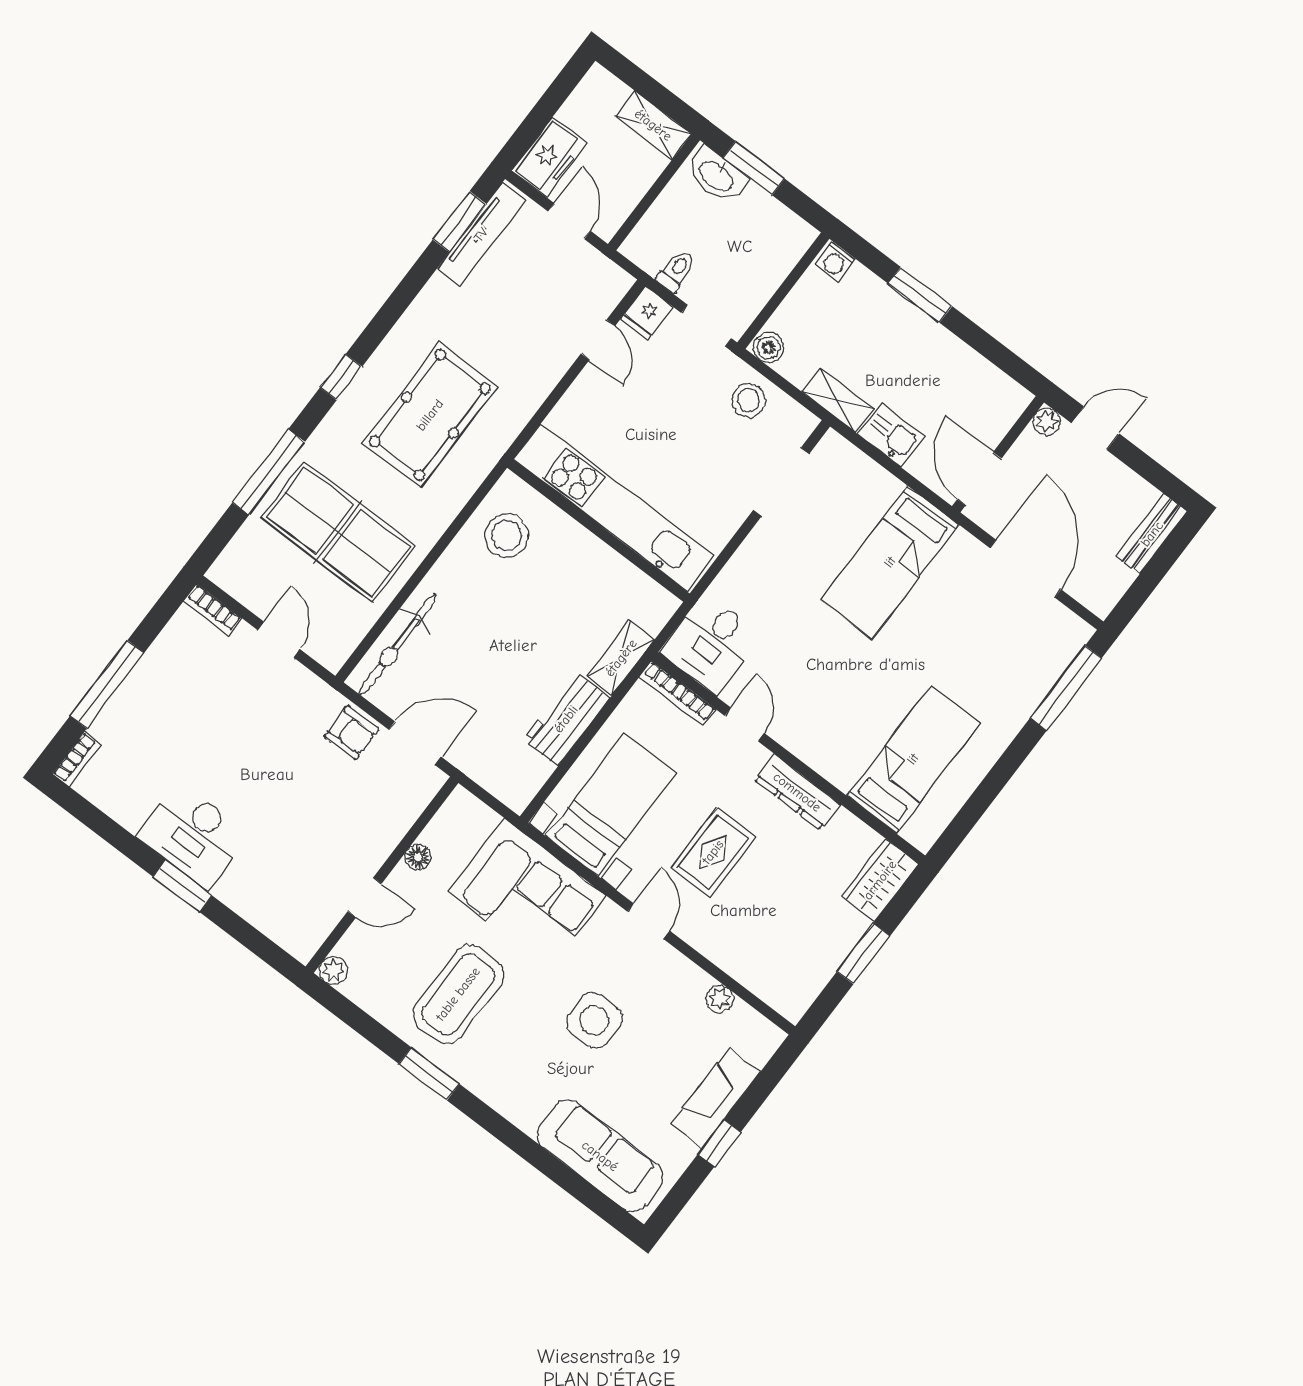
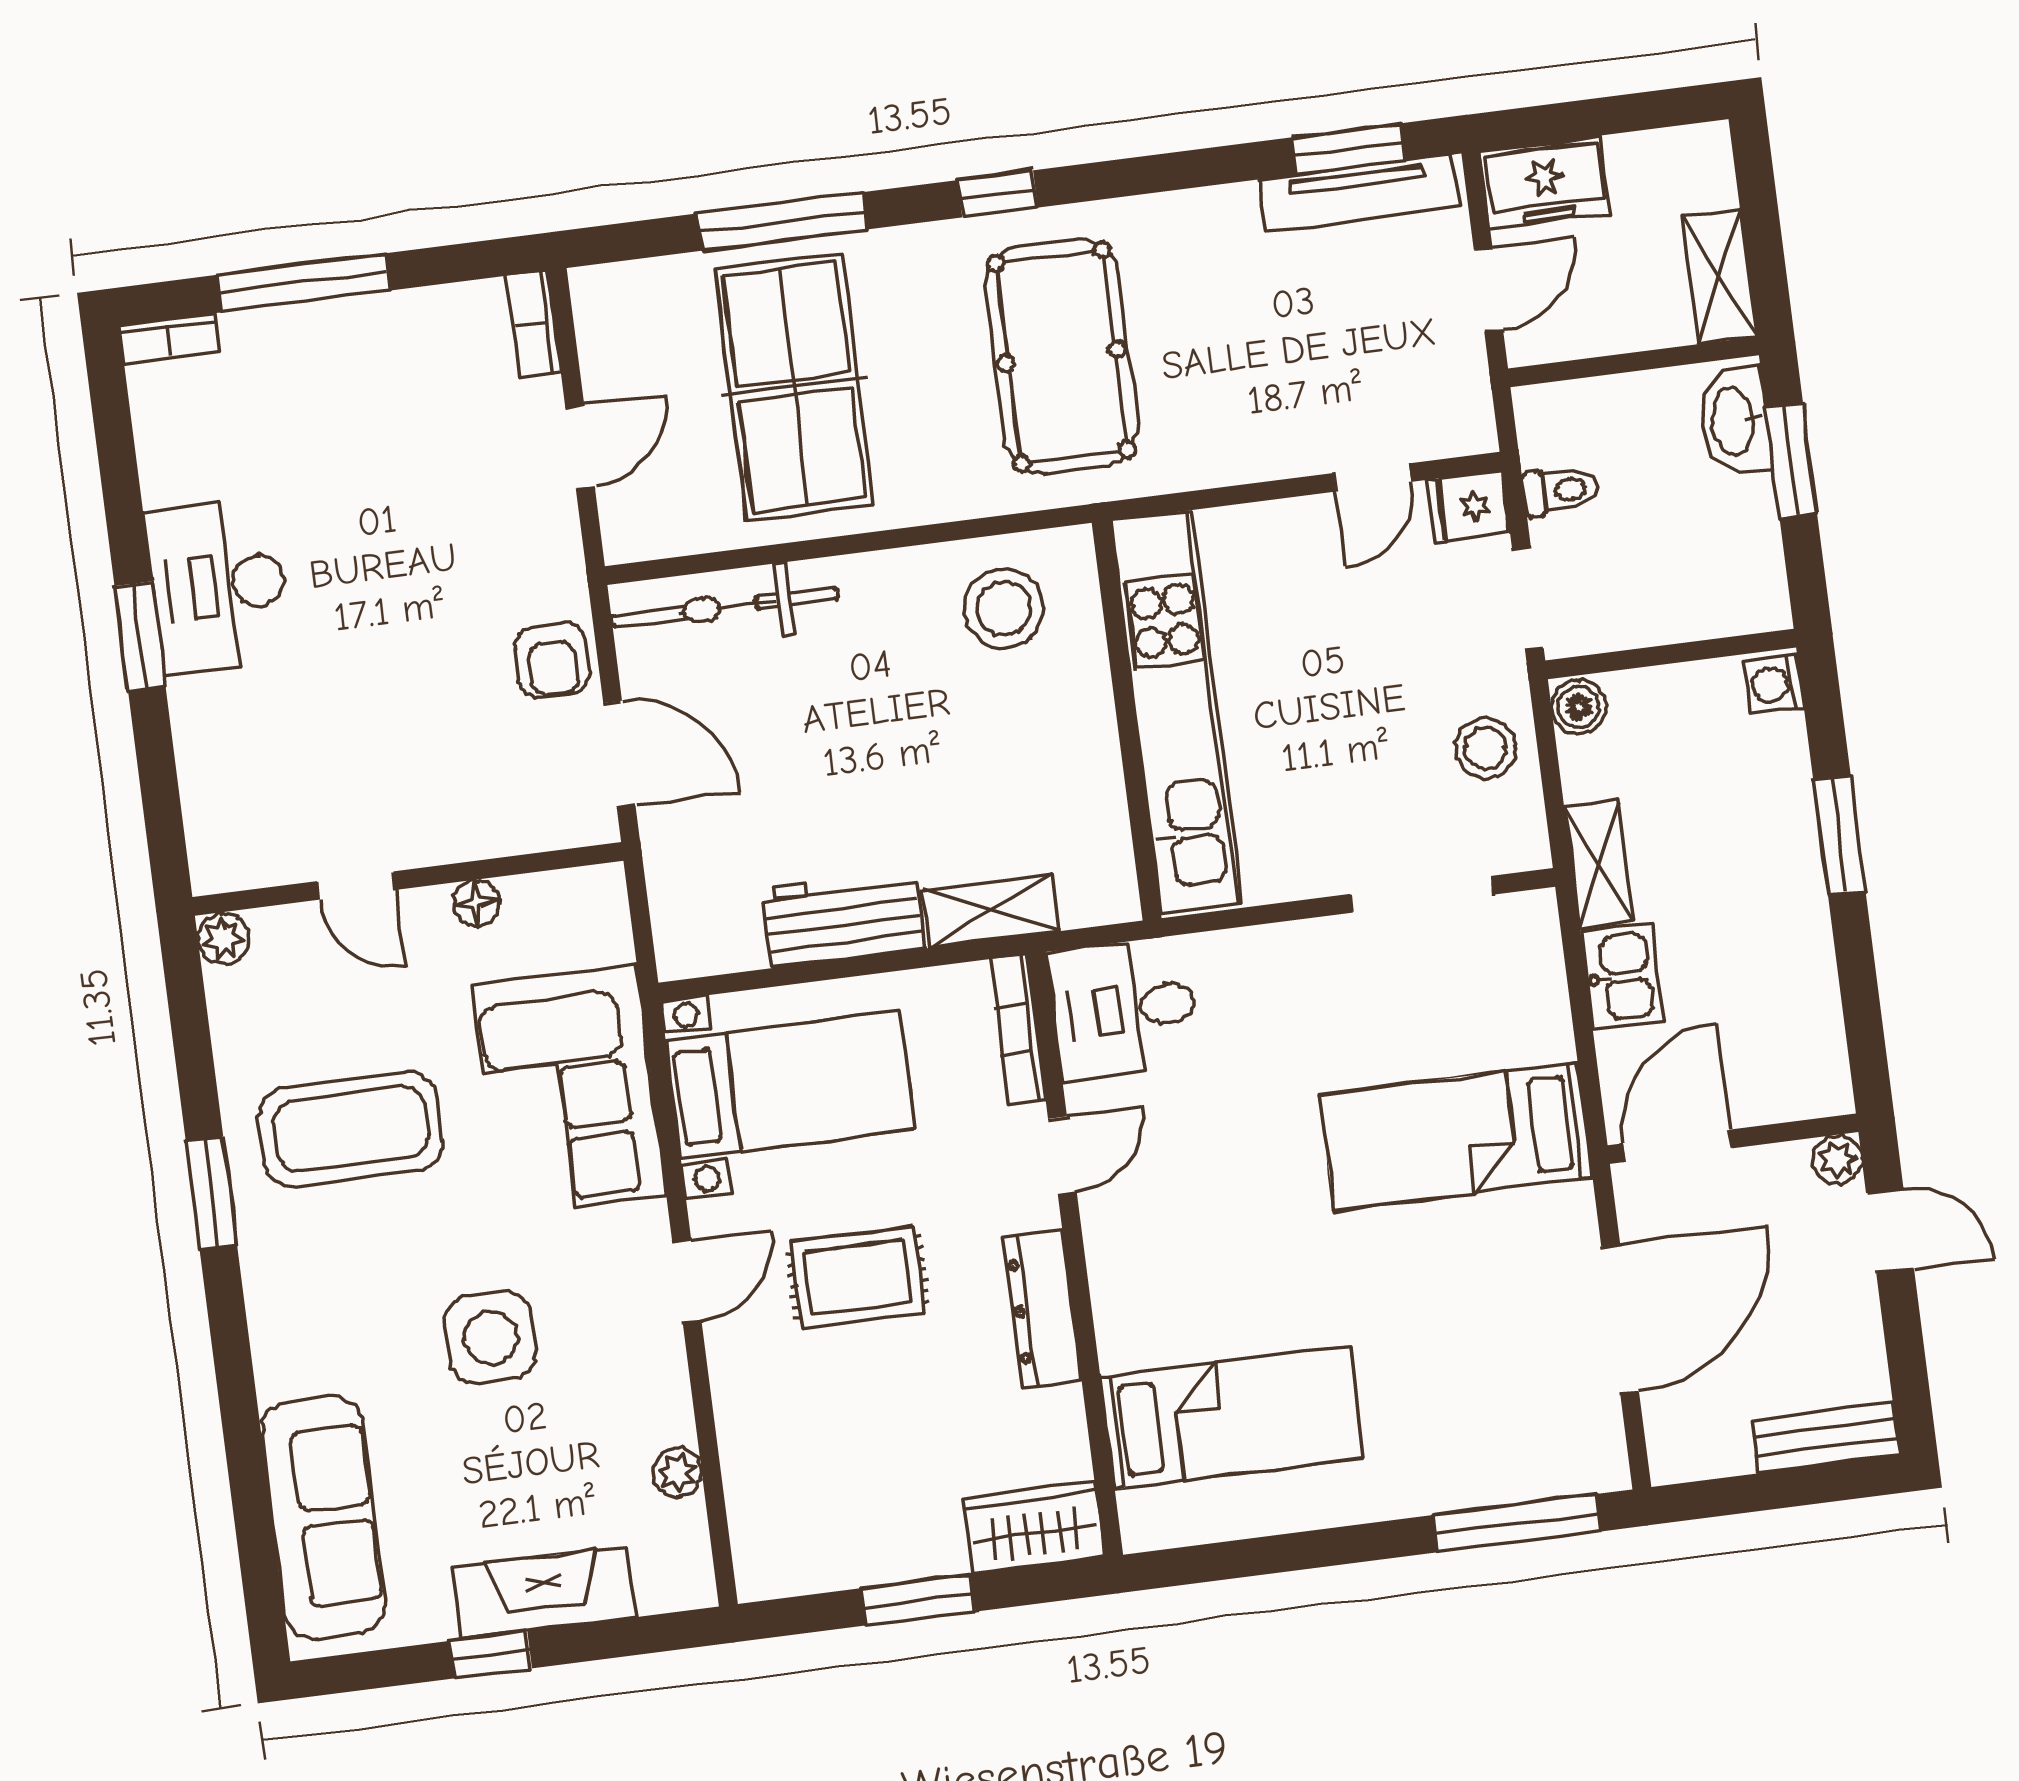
pool table: (430, 415) -> (1062, 357), turned 90

